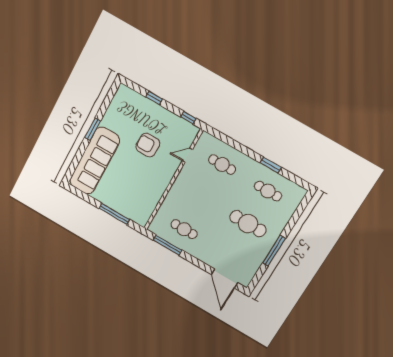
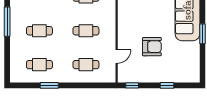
cafe table: (203, 197) -> (86, 31), added
cafe table: (248, 224) -> (39, 31), width x0.73, depth x0.74

